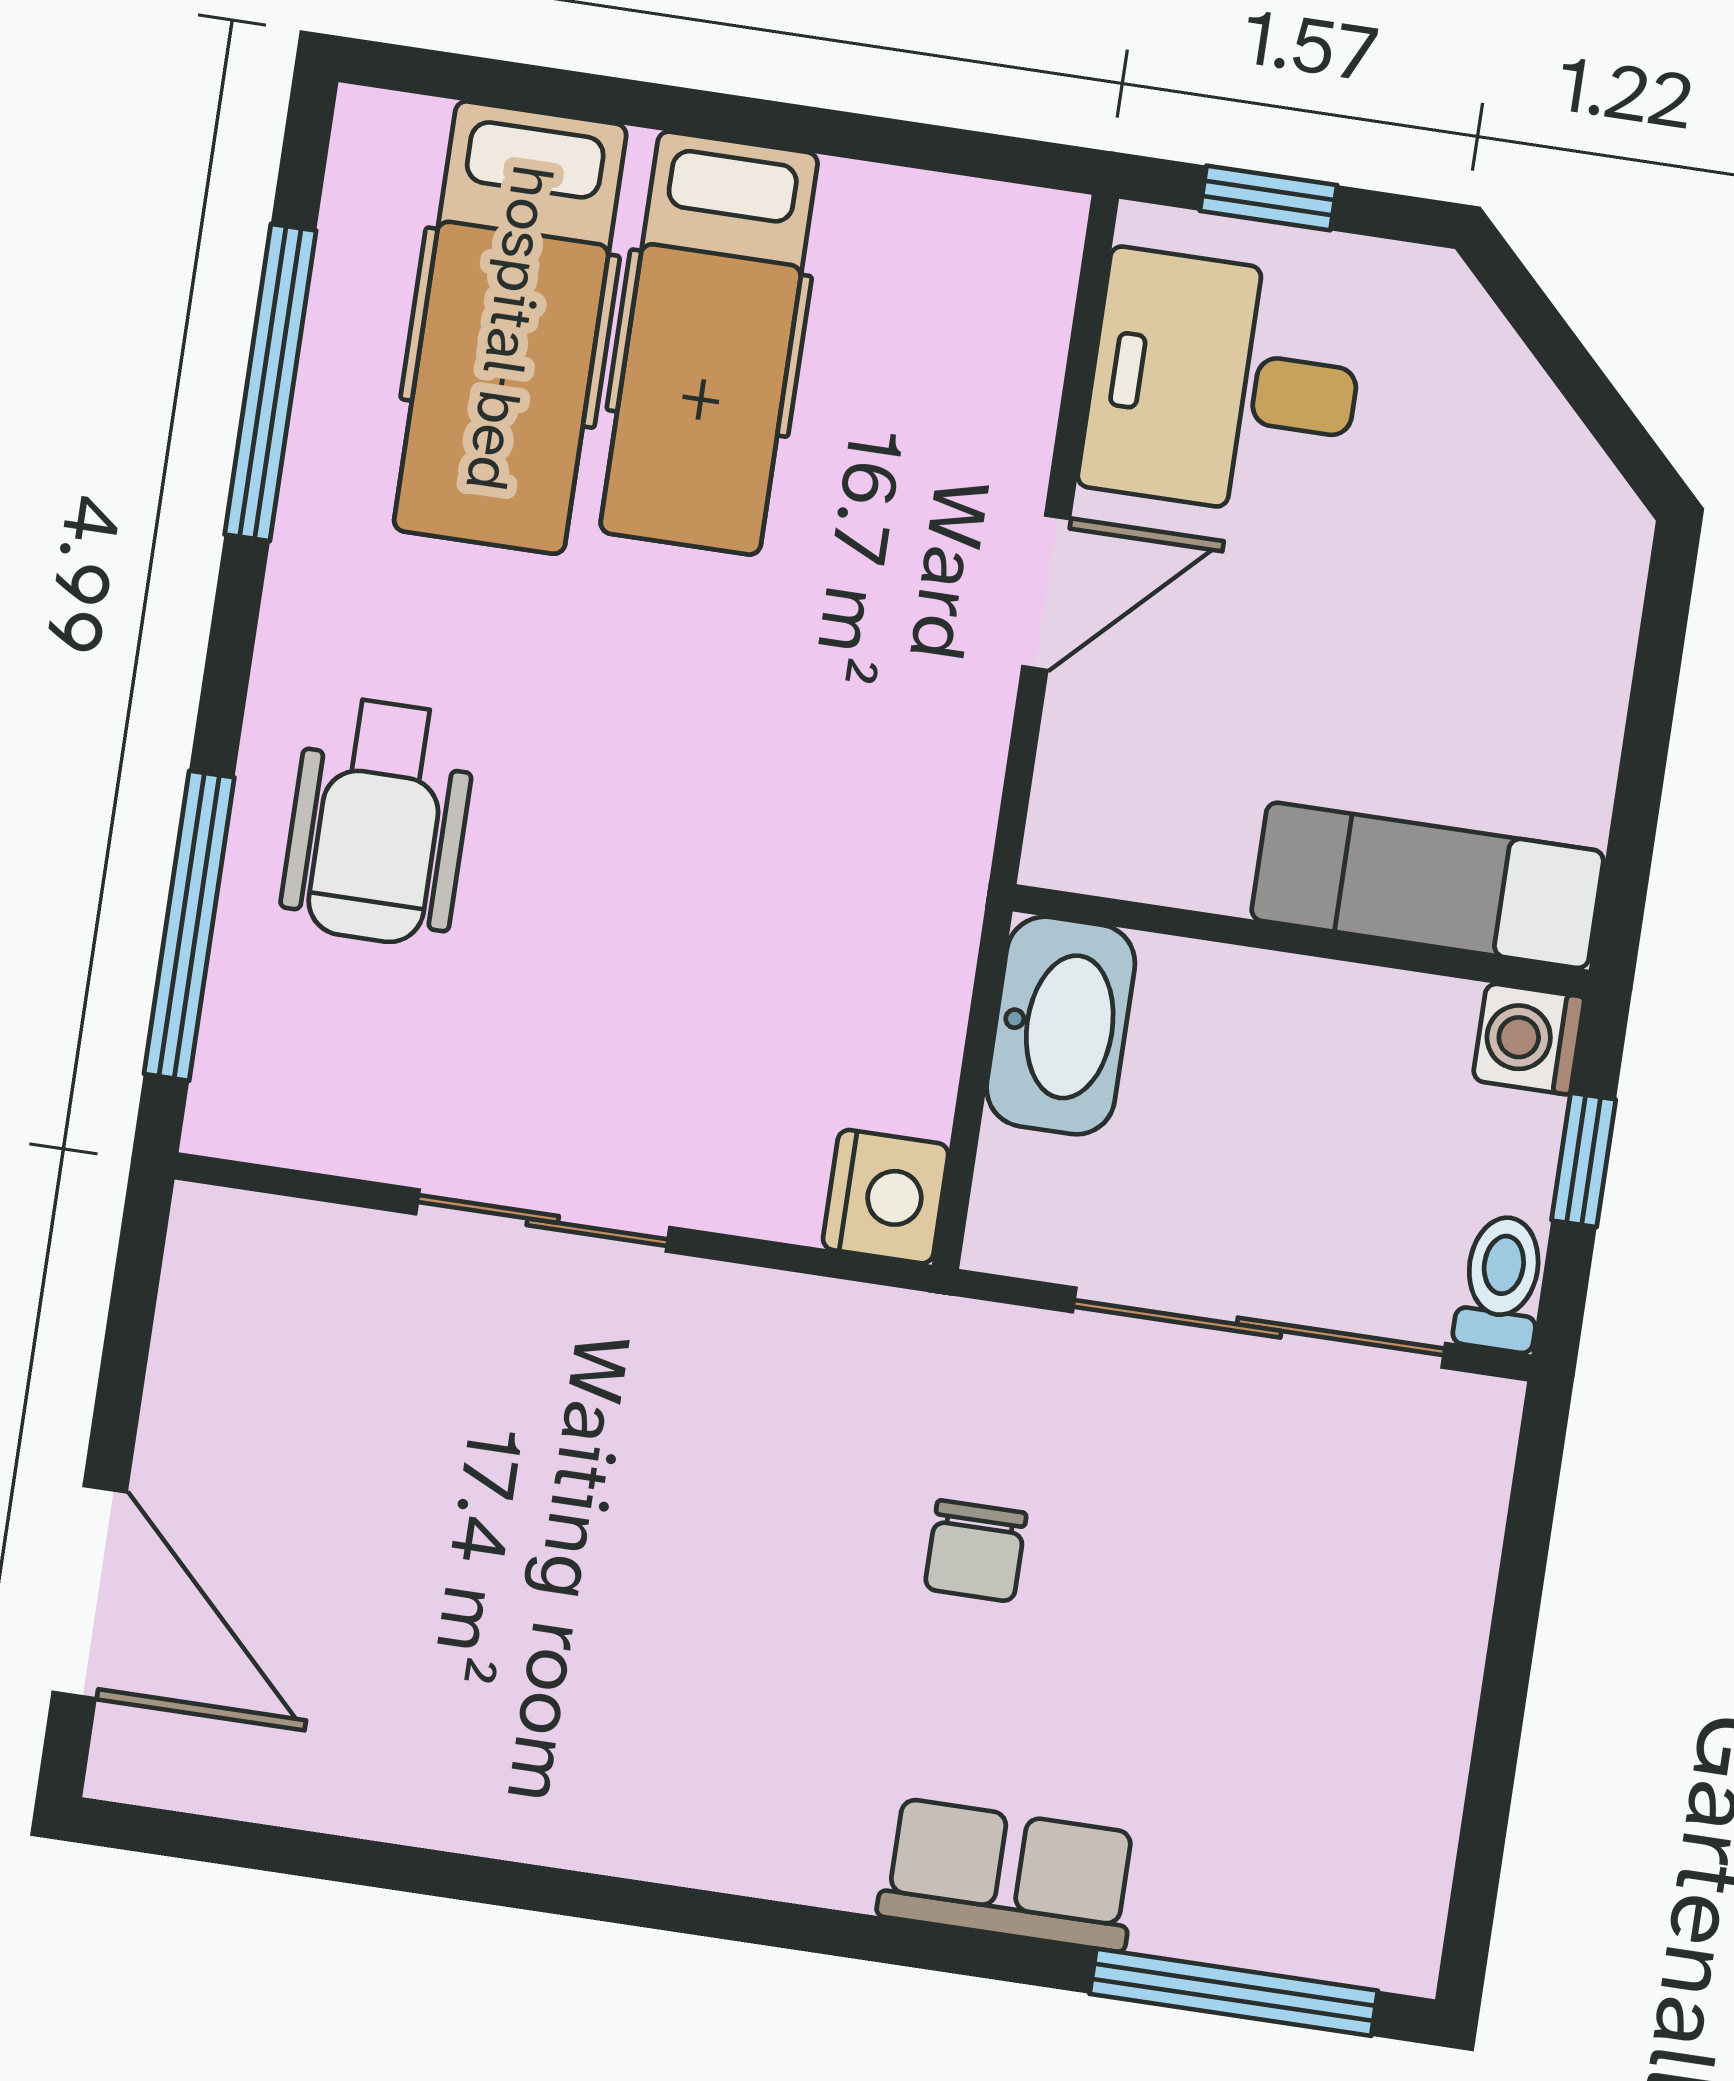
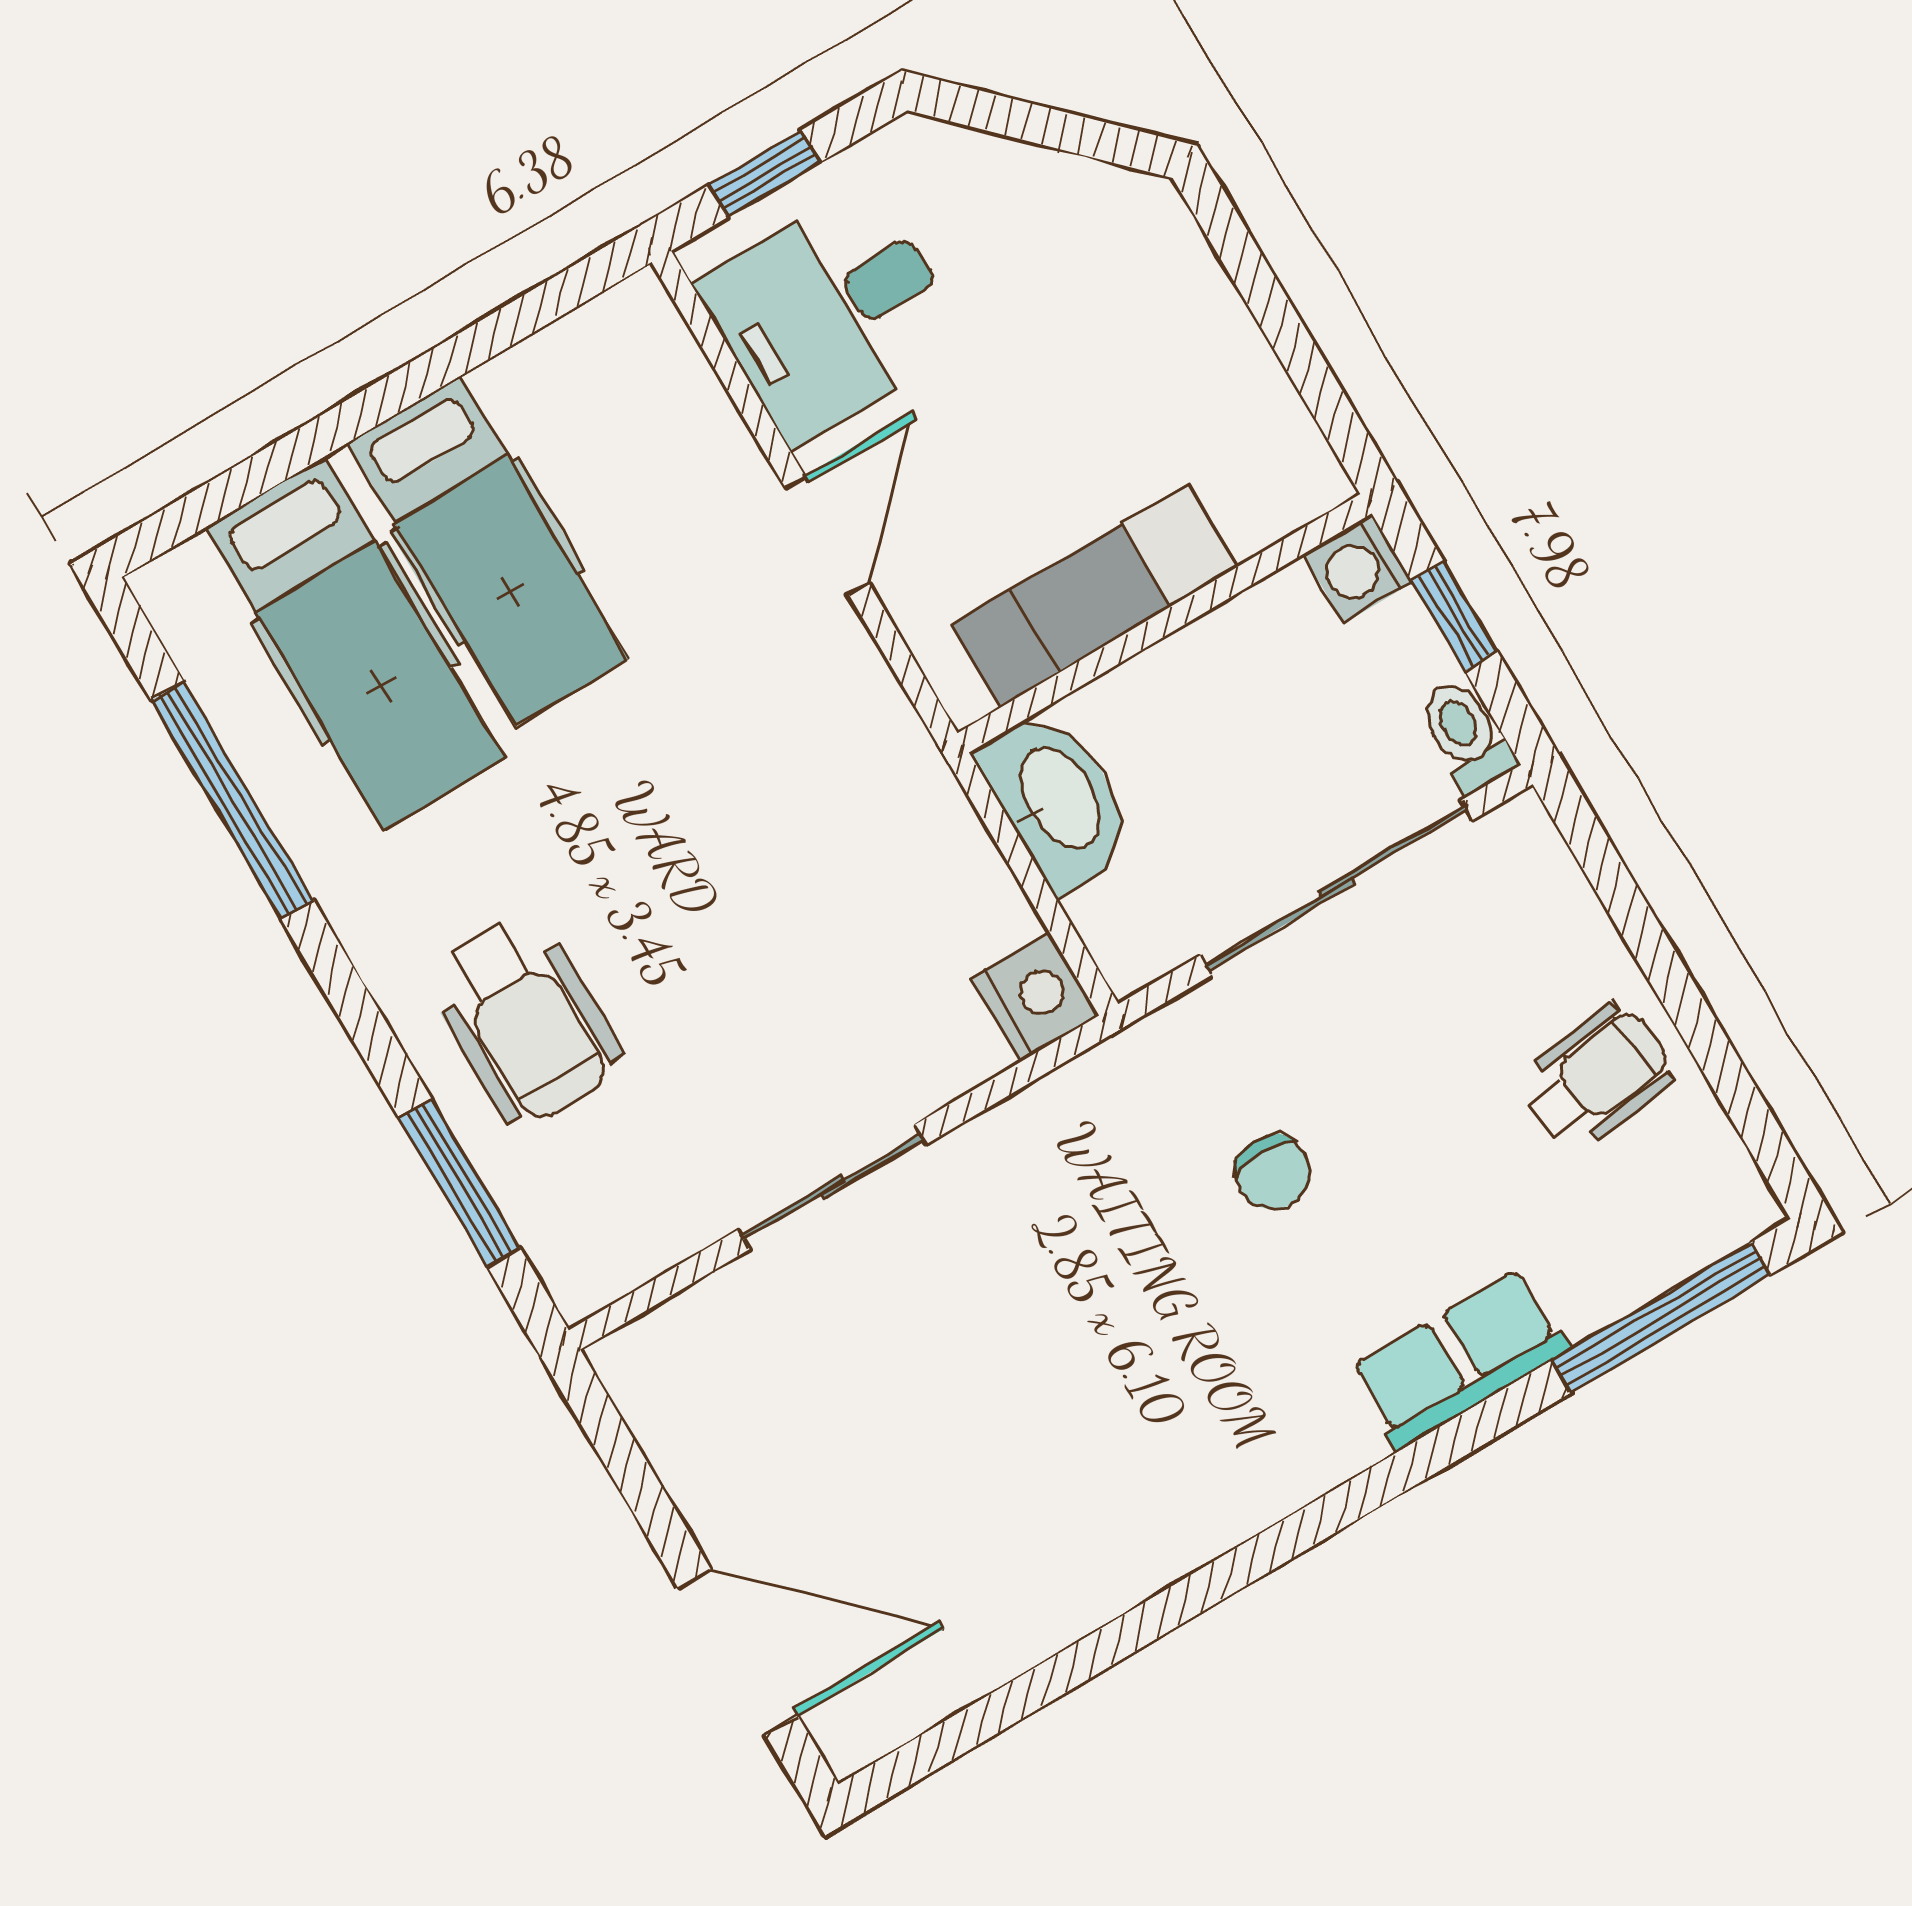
exam couch: (1428, 885) -> (1094, 596), moved
window: (189, 926) -> (460, 1183), width x0.69
wheelchair: (1359, 1713) -> (1597, 1078), added

